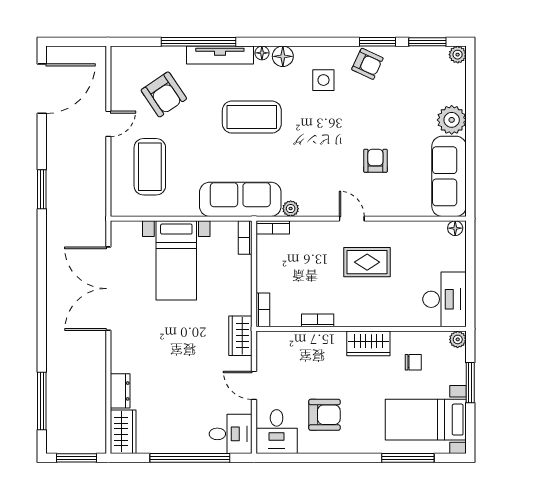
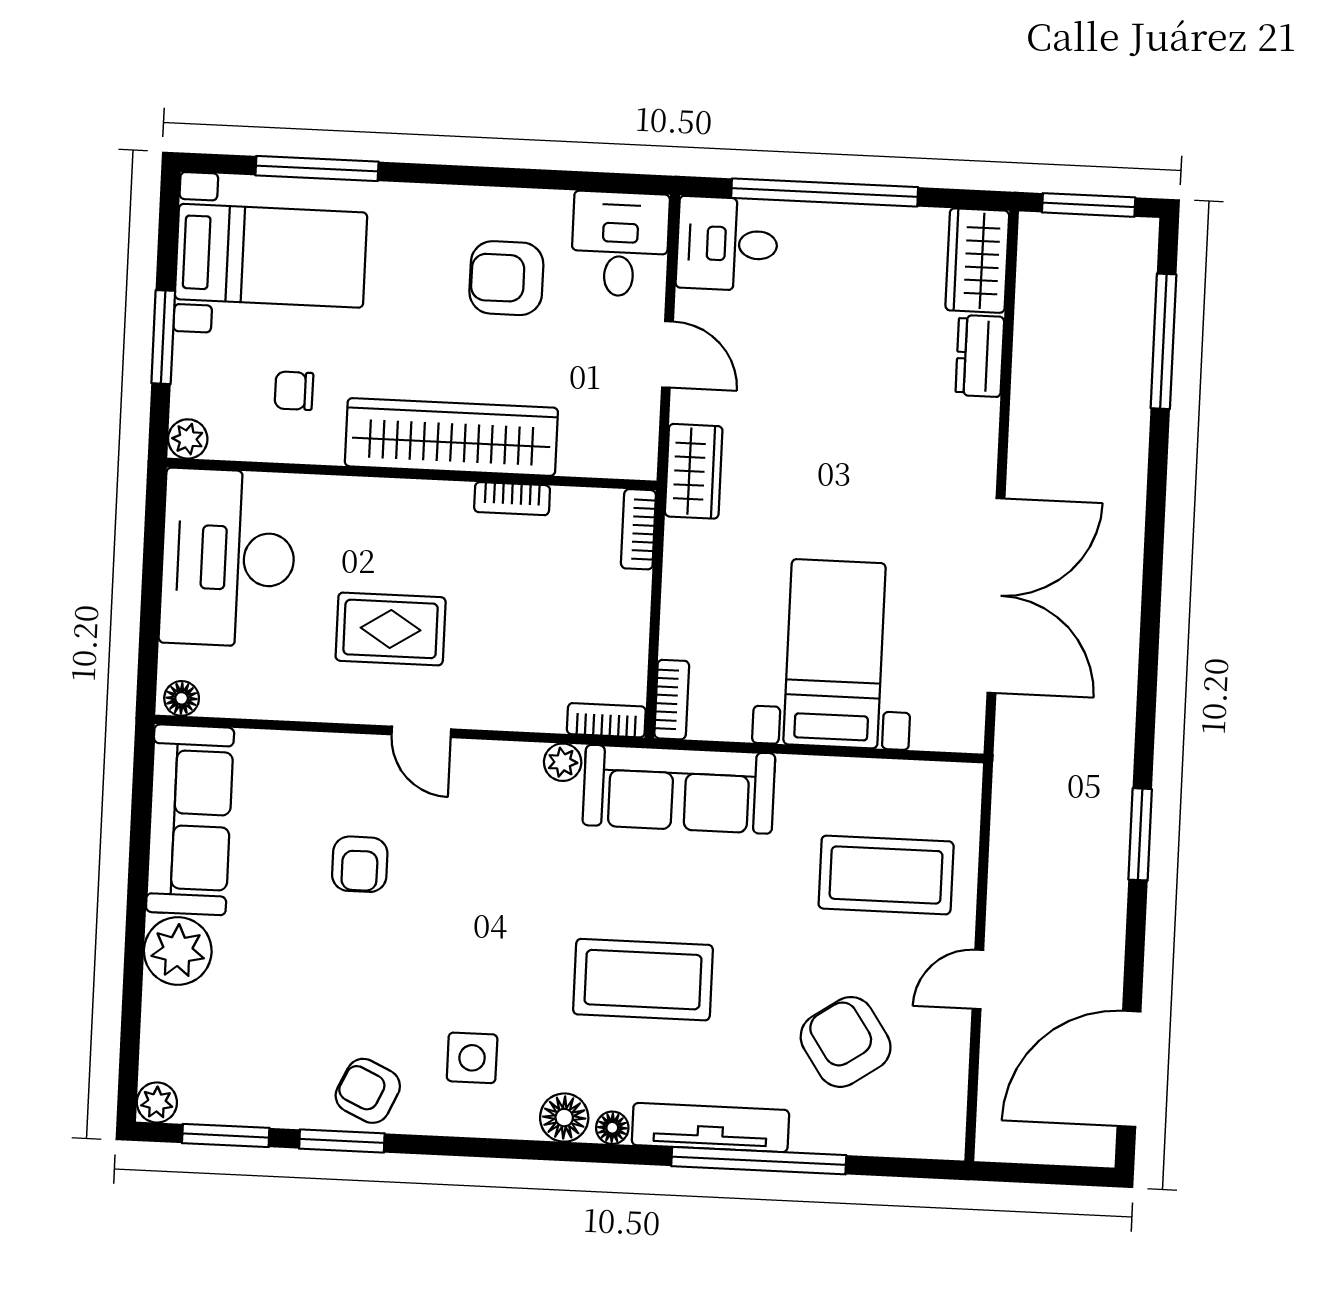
coffee table: (150, 167) -> (886, 875), turned 90
desk: (445, 299) -> (228, 558), width x1.36, depth x1.30
wardrobe: (368, 343) -> (451, 437), width x2.10, depth x1.17

